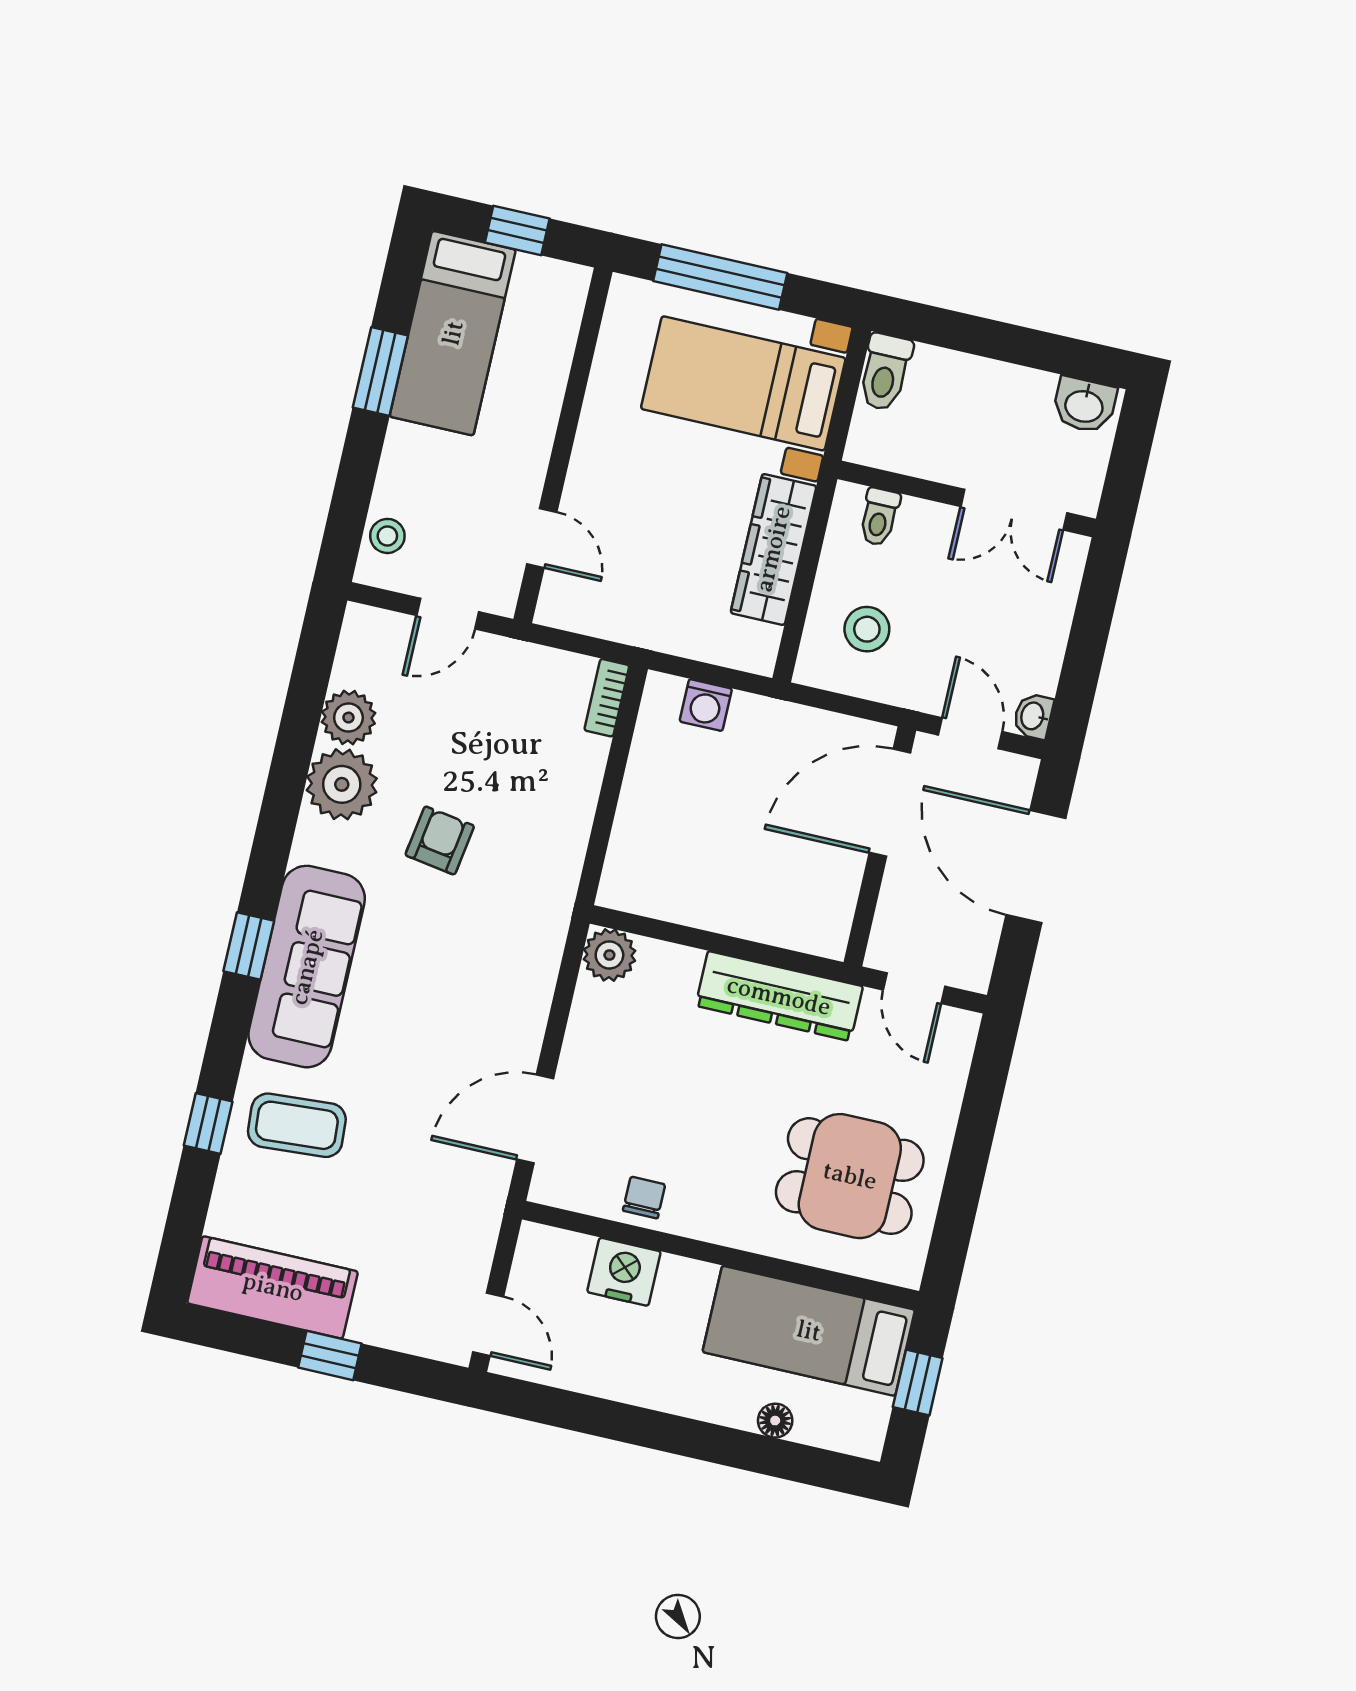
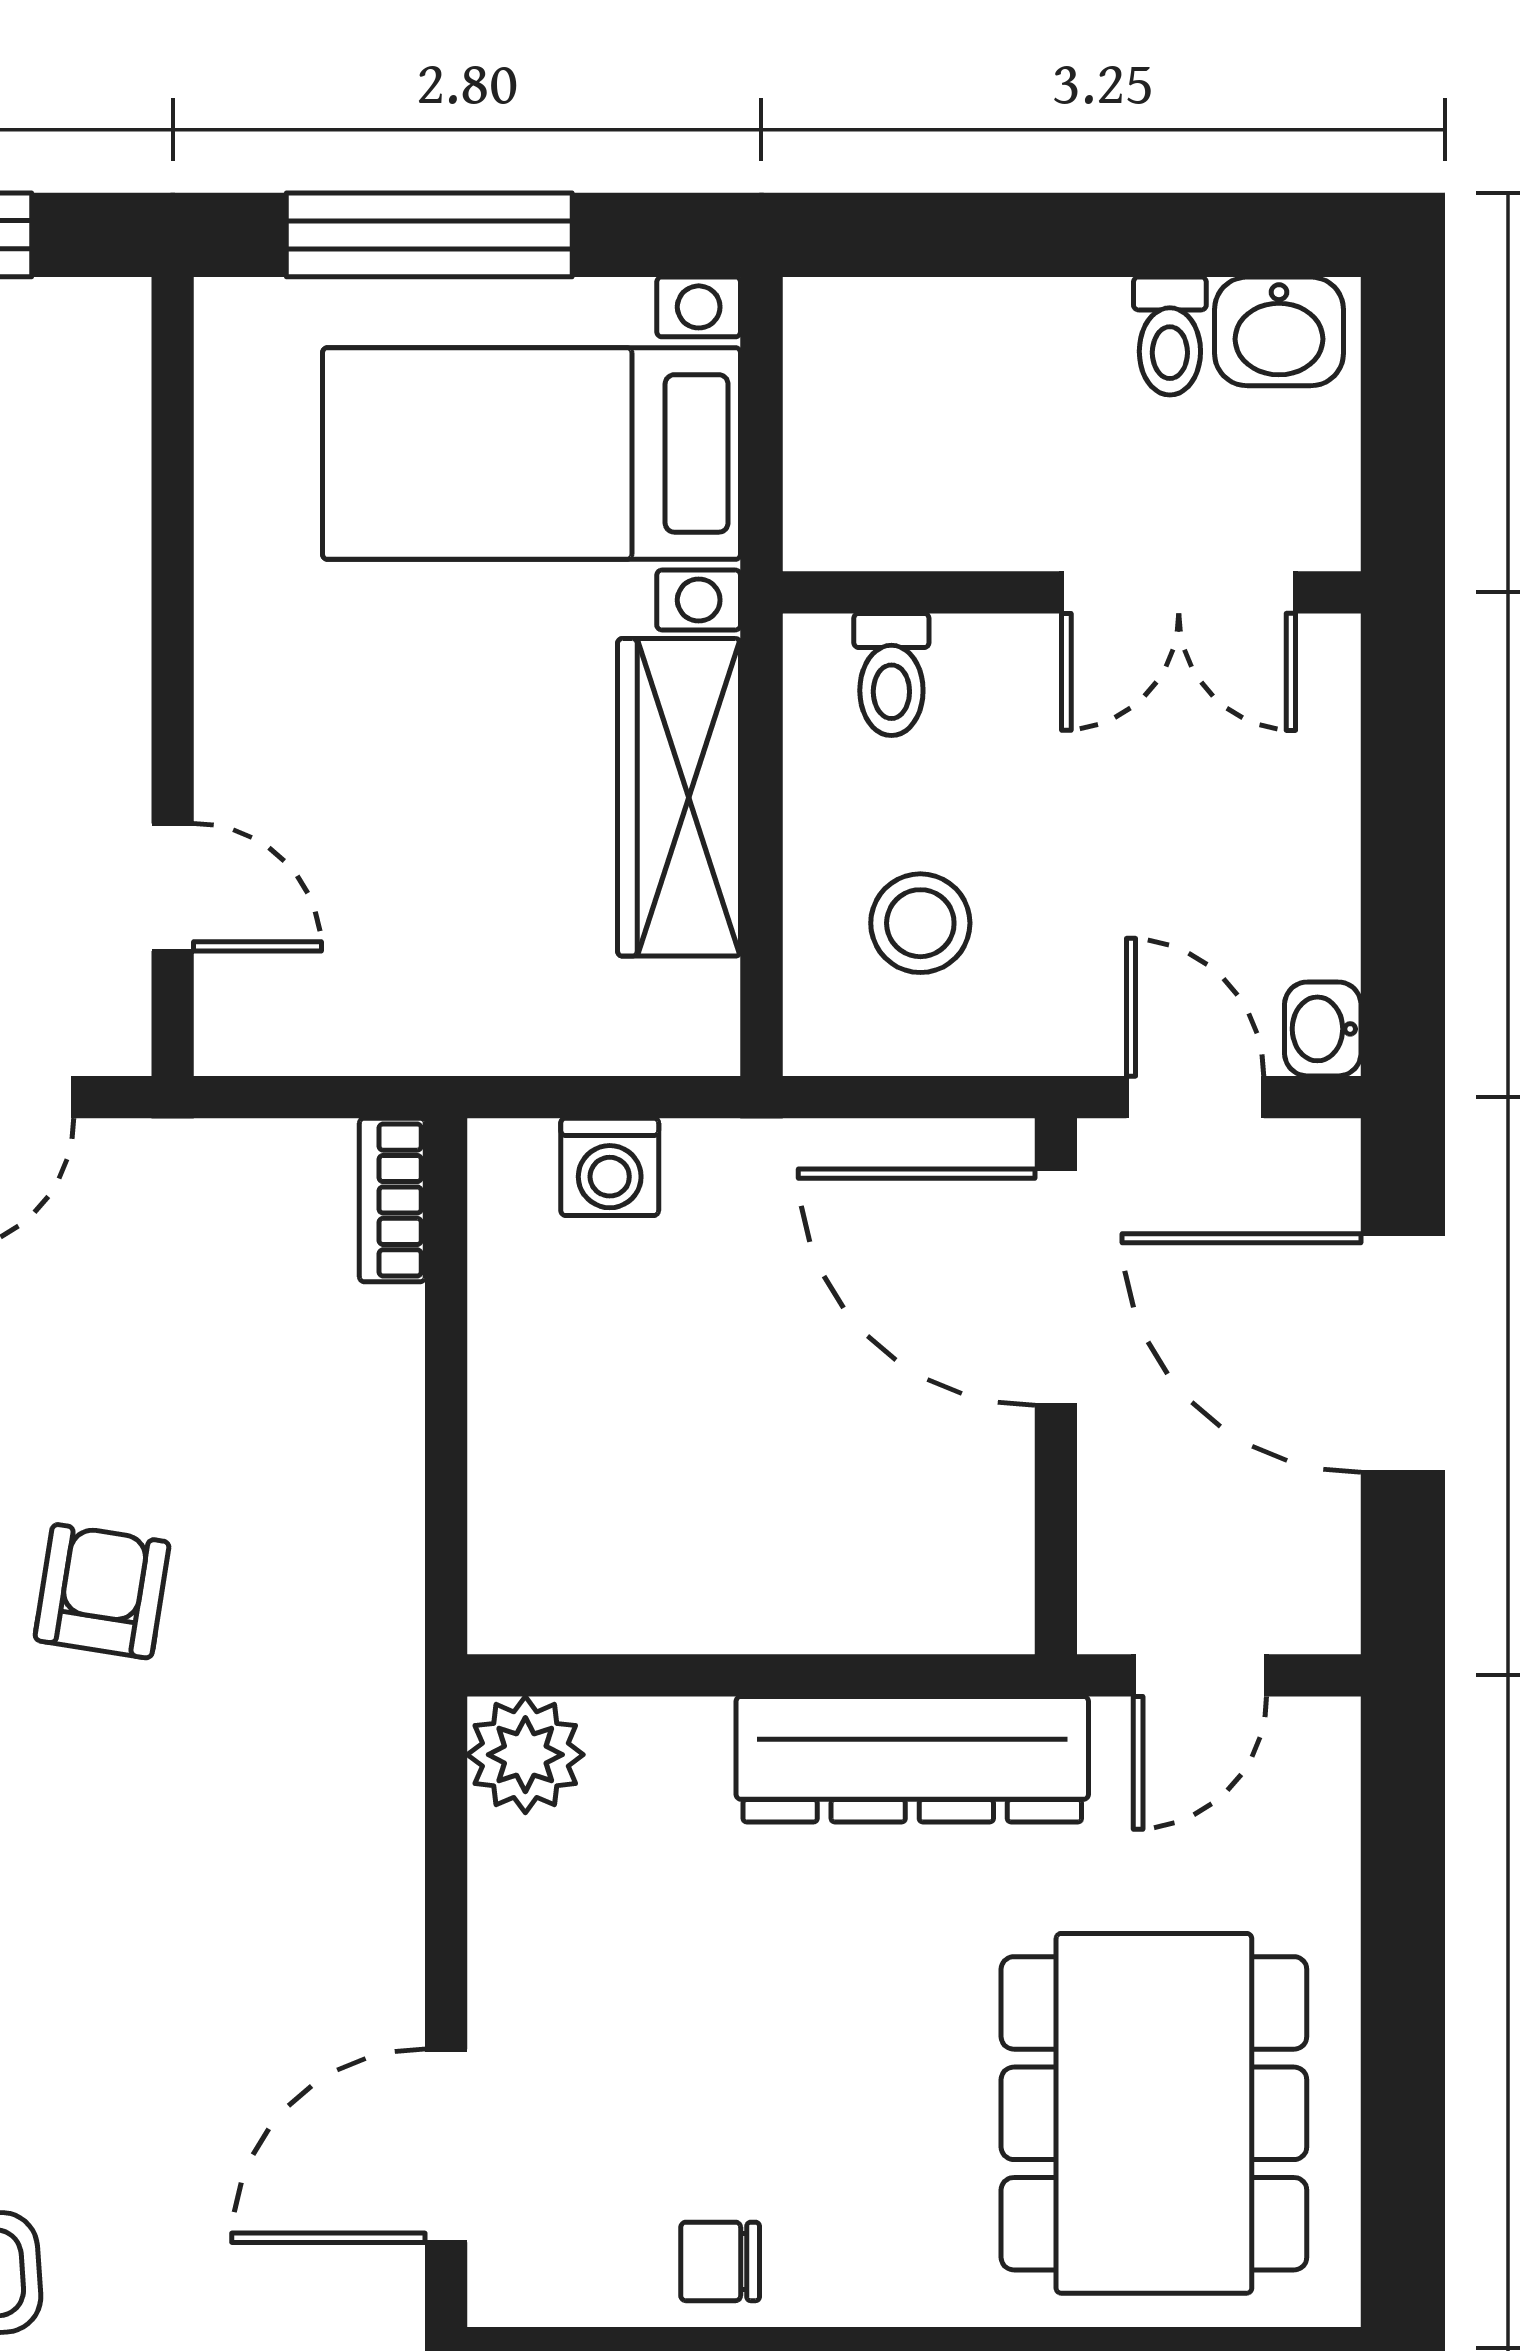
toilet: (885, 372) -> (1170, 336), moved, width x0.73, depth x0.72
door: (890, 803) -> (1056, 1287), hinge flipped
door: (914, 988) -> (1200, 1675), hinge flipped
dining table: (850, 1176) -> (1154, 2113), width x1.38
chair: (644, 1198) -> (720, 2261), turned -90

